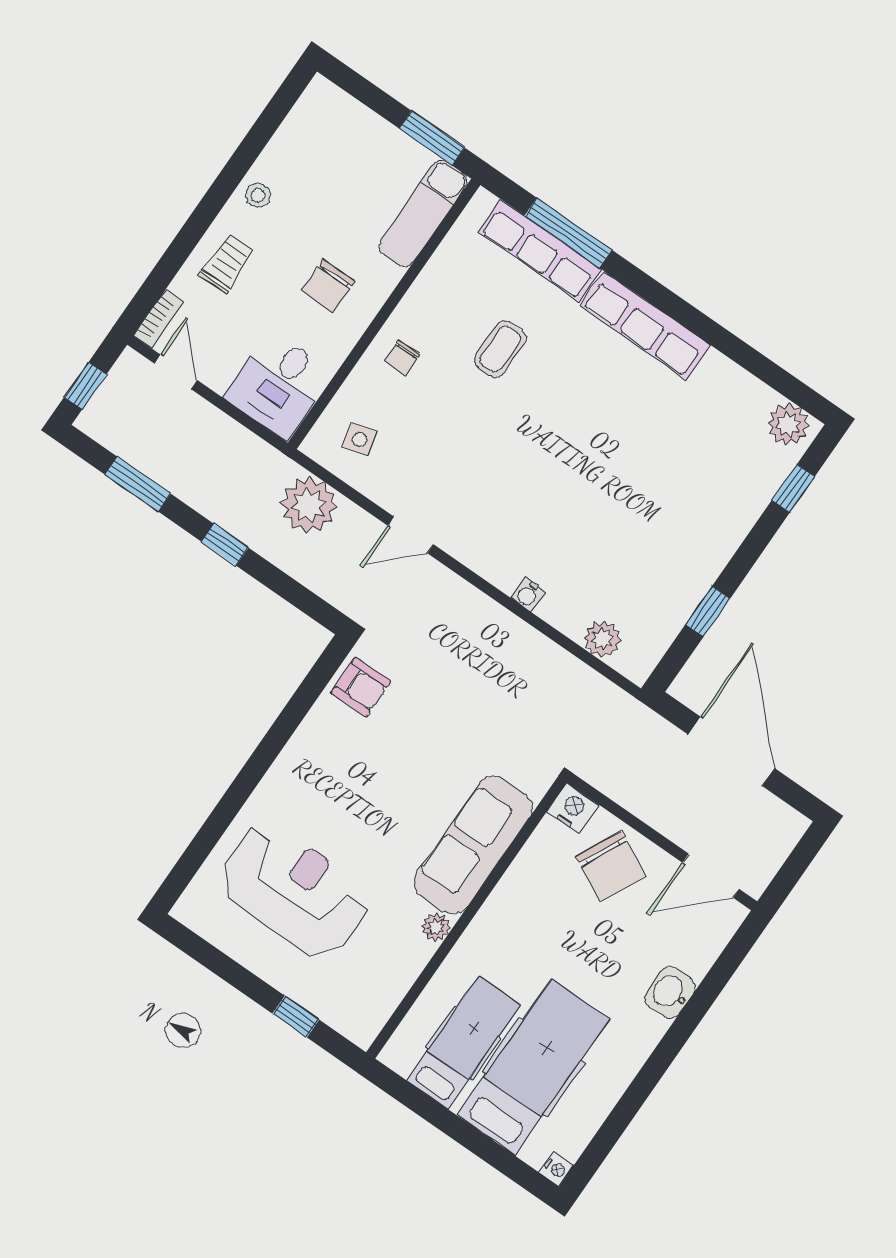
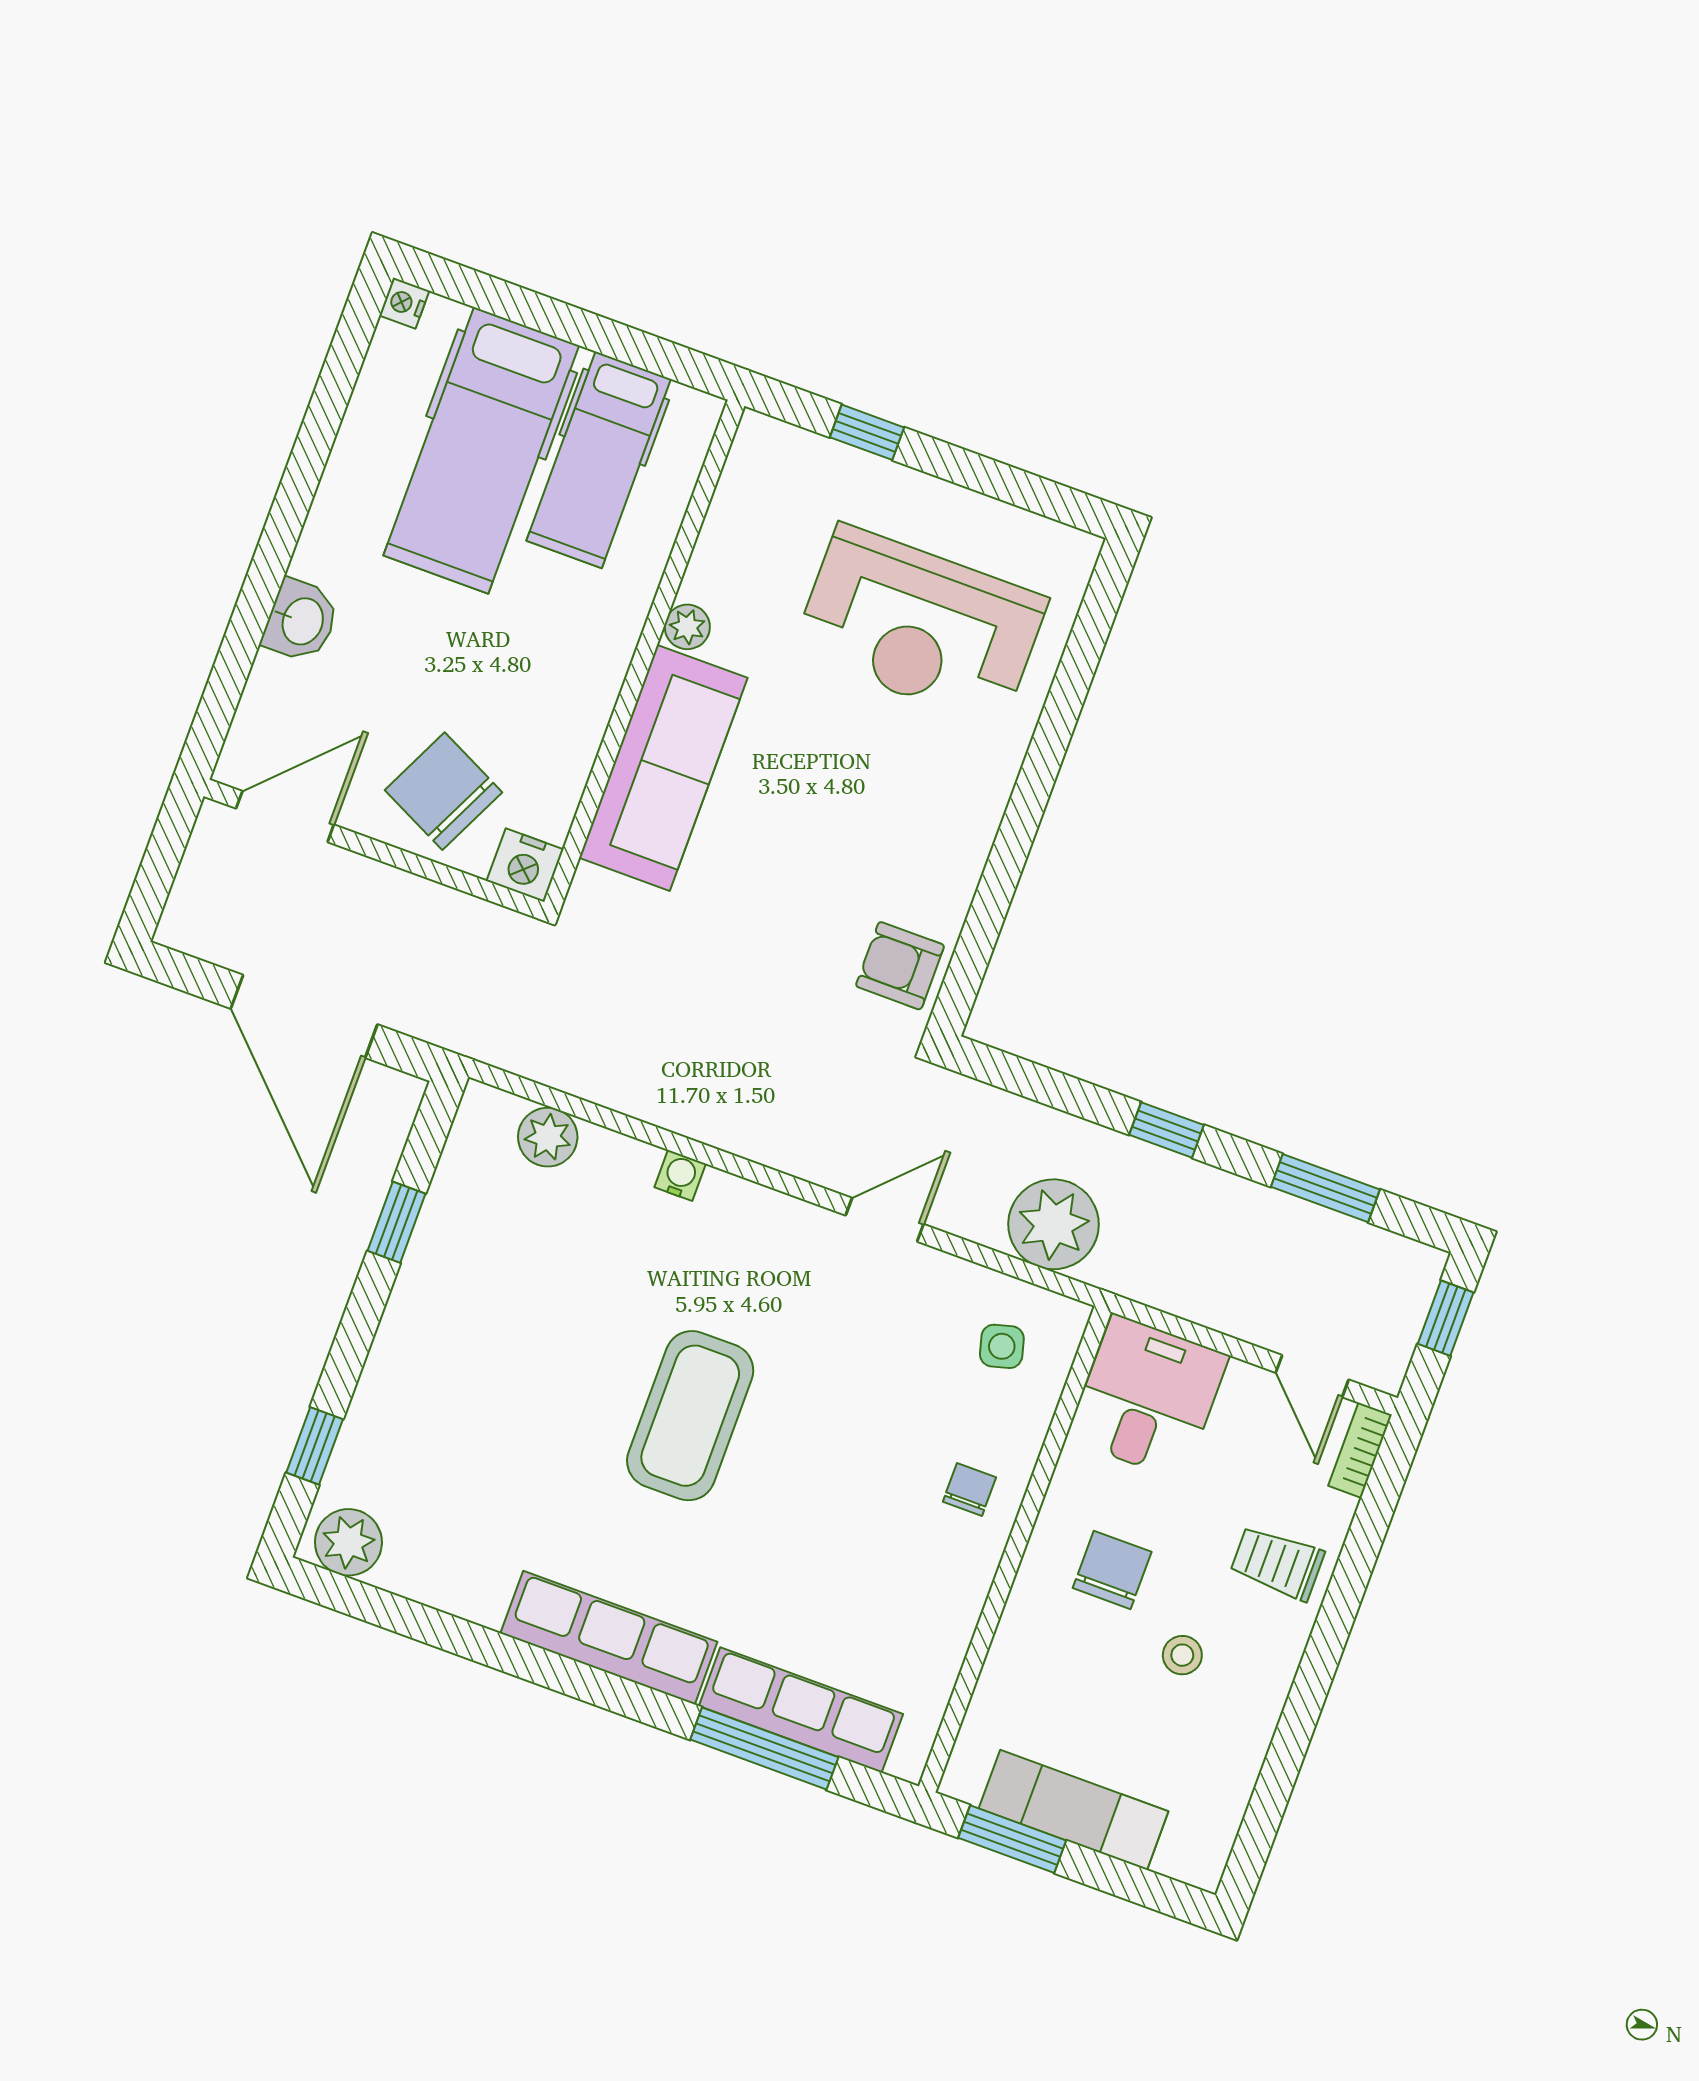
stool: (258, 195) -> (1182, 1655), moved
exam couch: (423, 214) -> (1074, 1810), moved, turned -90
trolley: (227, 264) -> (1277, 1563), turned 90
coffee table: (500, 349) -> (690, 1416), moved, width x1.86, depth x1.72

